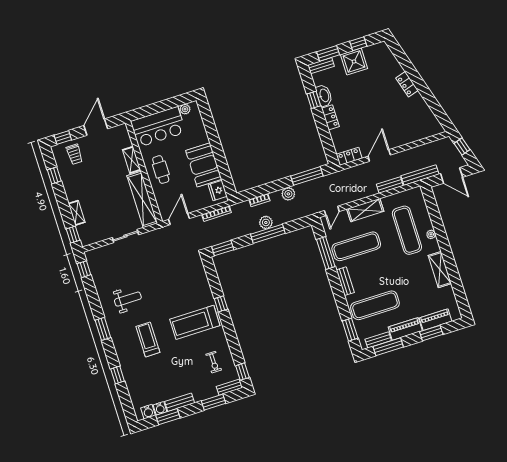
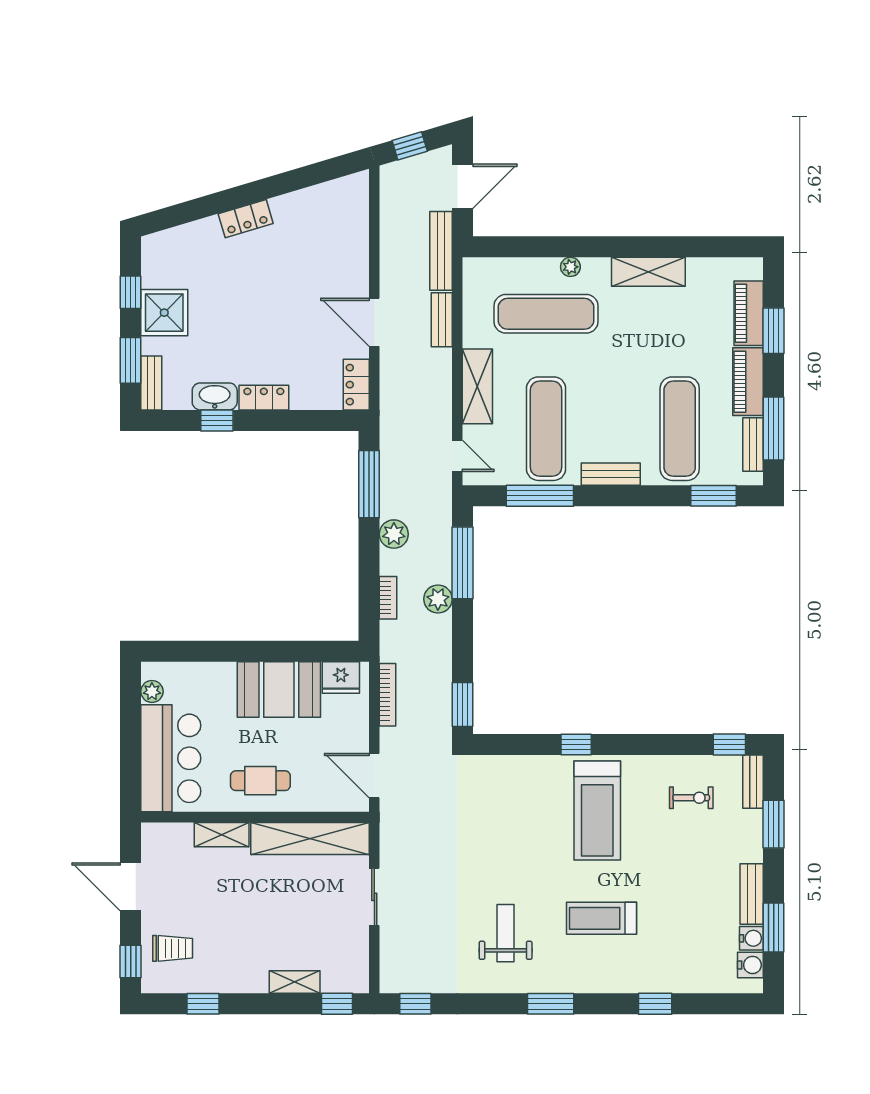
window: (268, 234) -> (462, 563), moved

